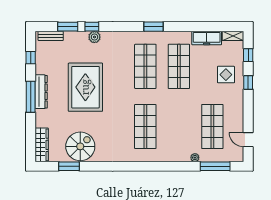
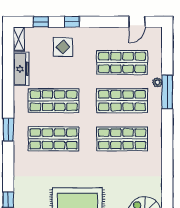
plant: (94, 37) -> (20, 197), removed
shop shelf: (179, 126) -> (122, 101), added
window: (215, 166) -> (167, 92), moved

